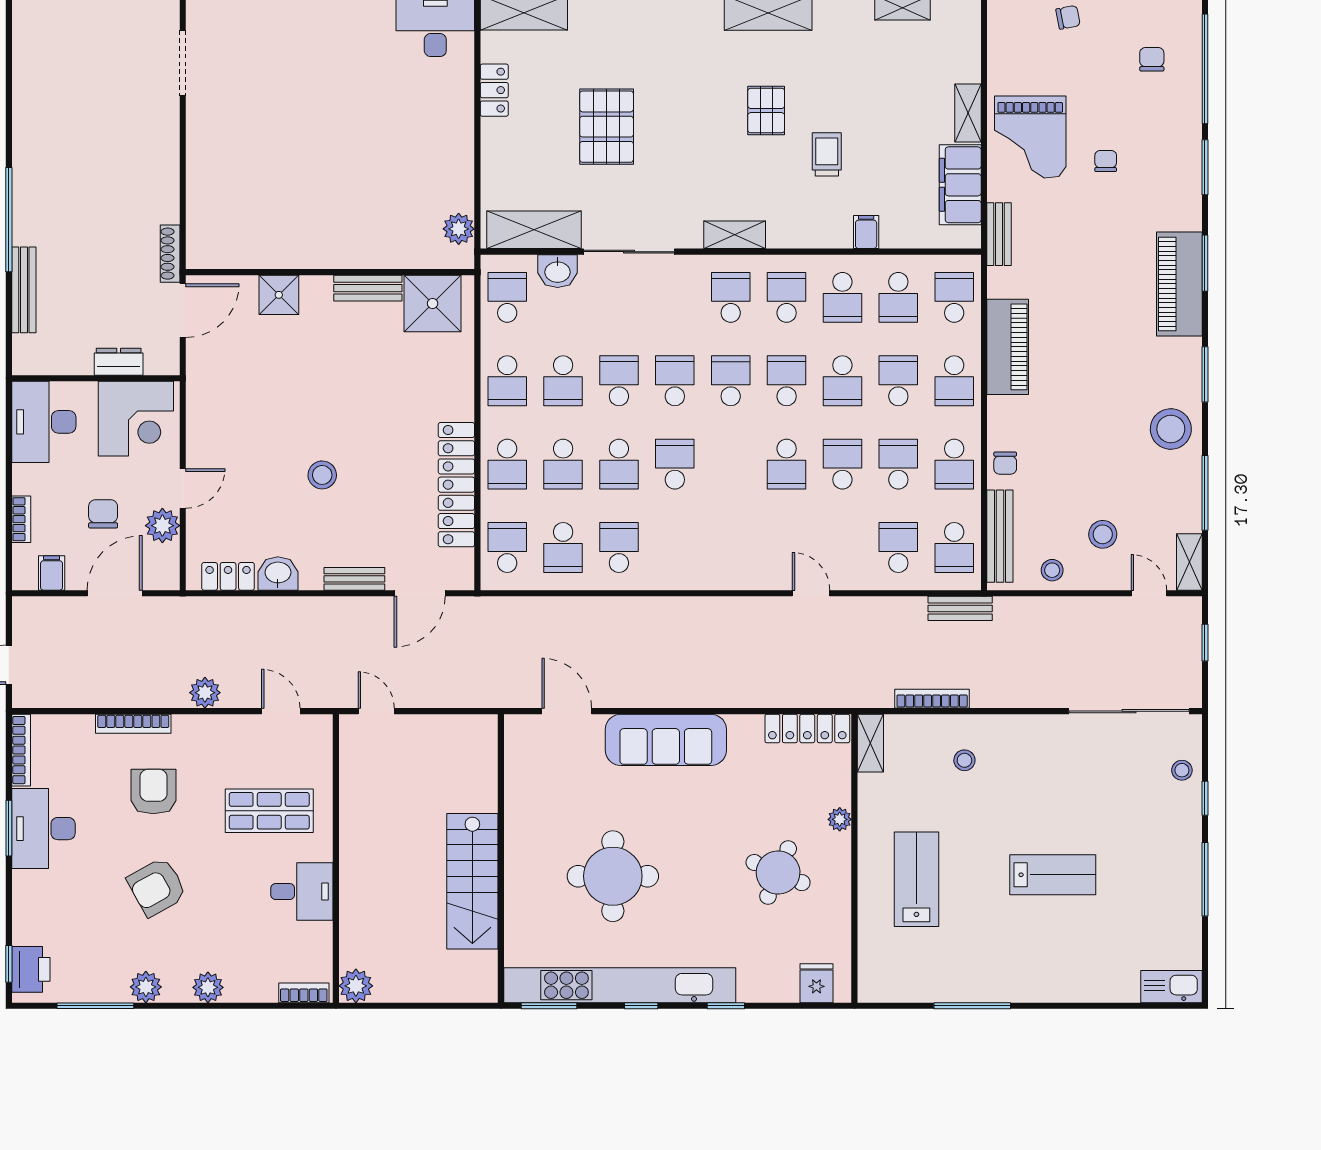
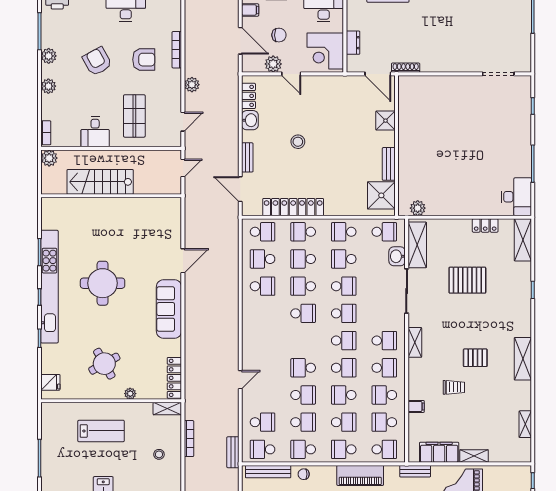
wall: (501, 858) -> (111, 196), moved
round table: (778, 873) -> (104, 364), turned 38
stairs: (472, 881) -> (100, 182), moved

